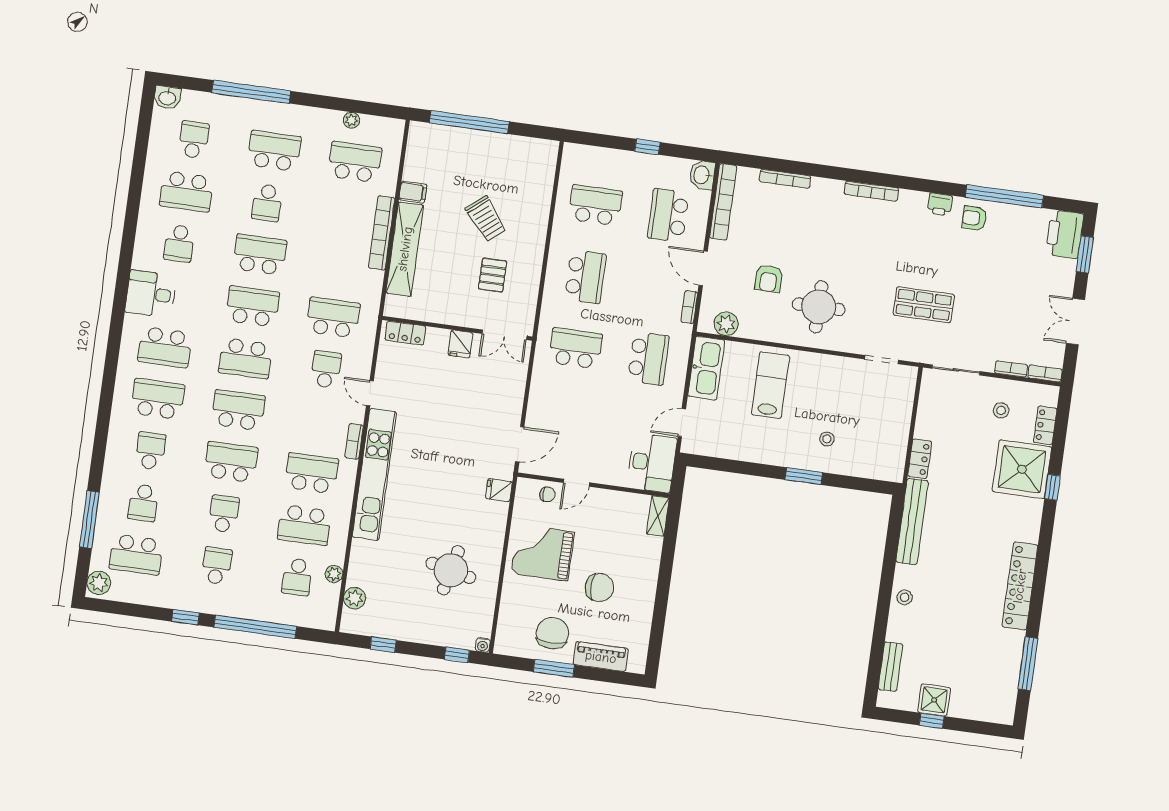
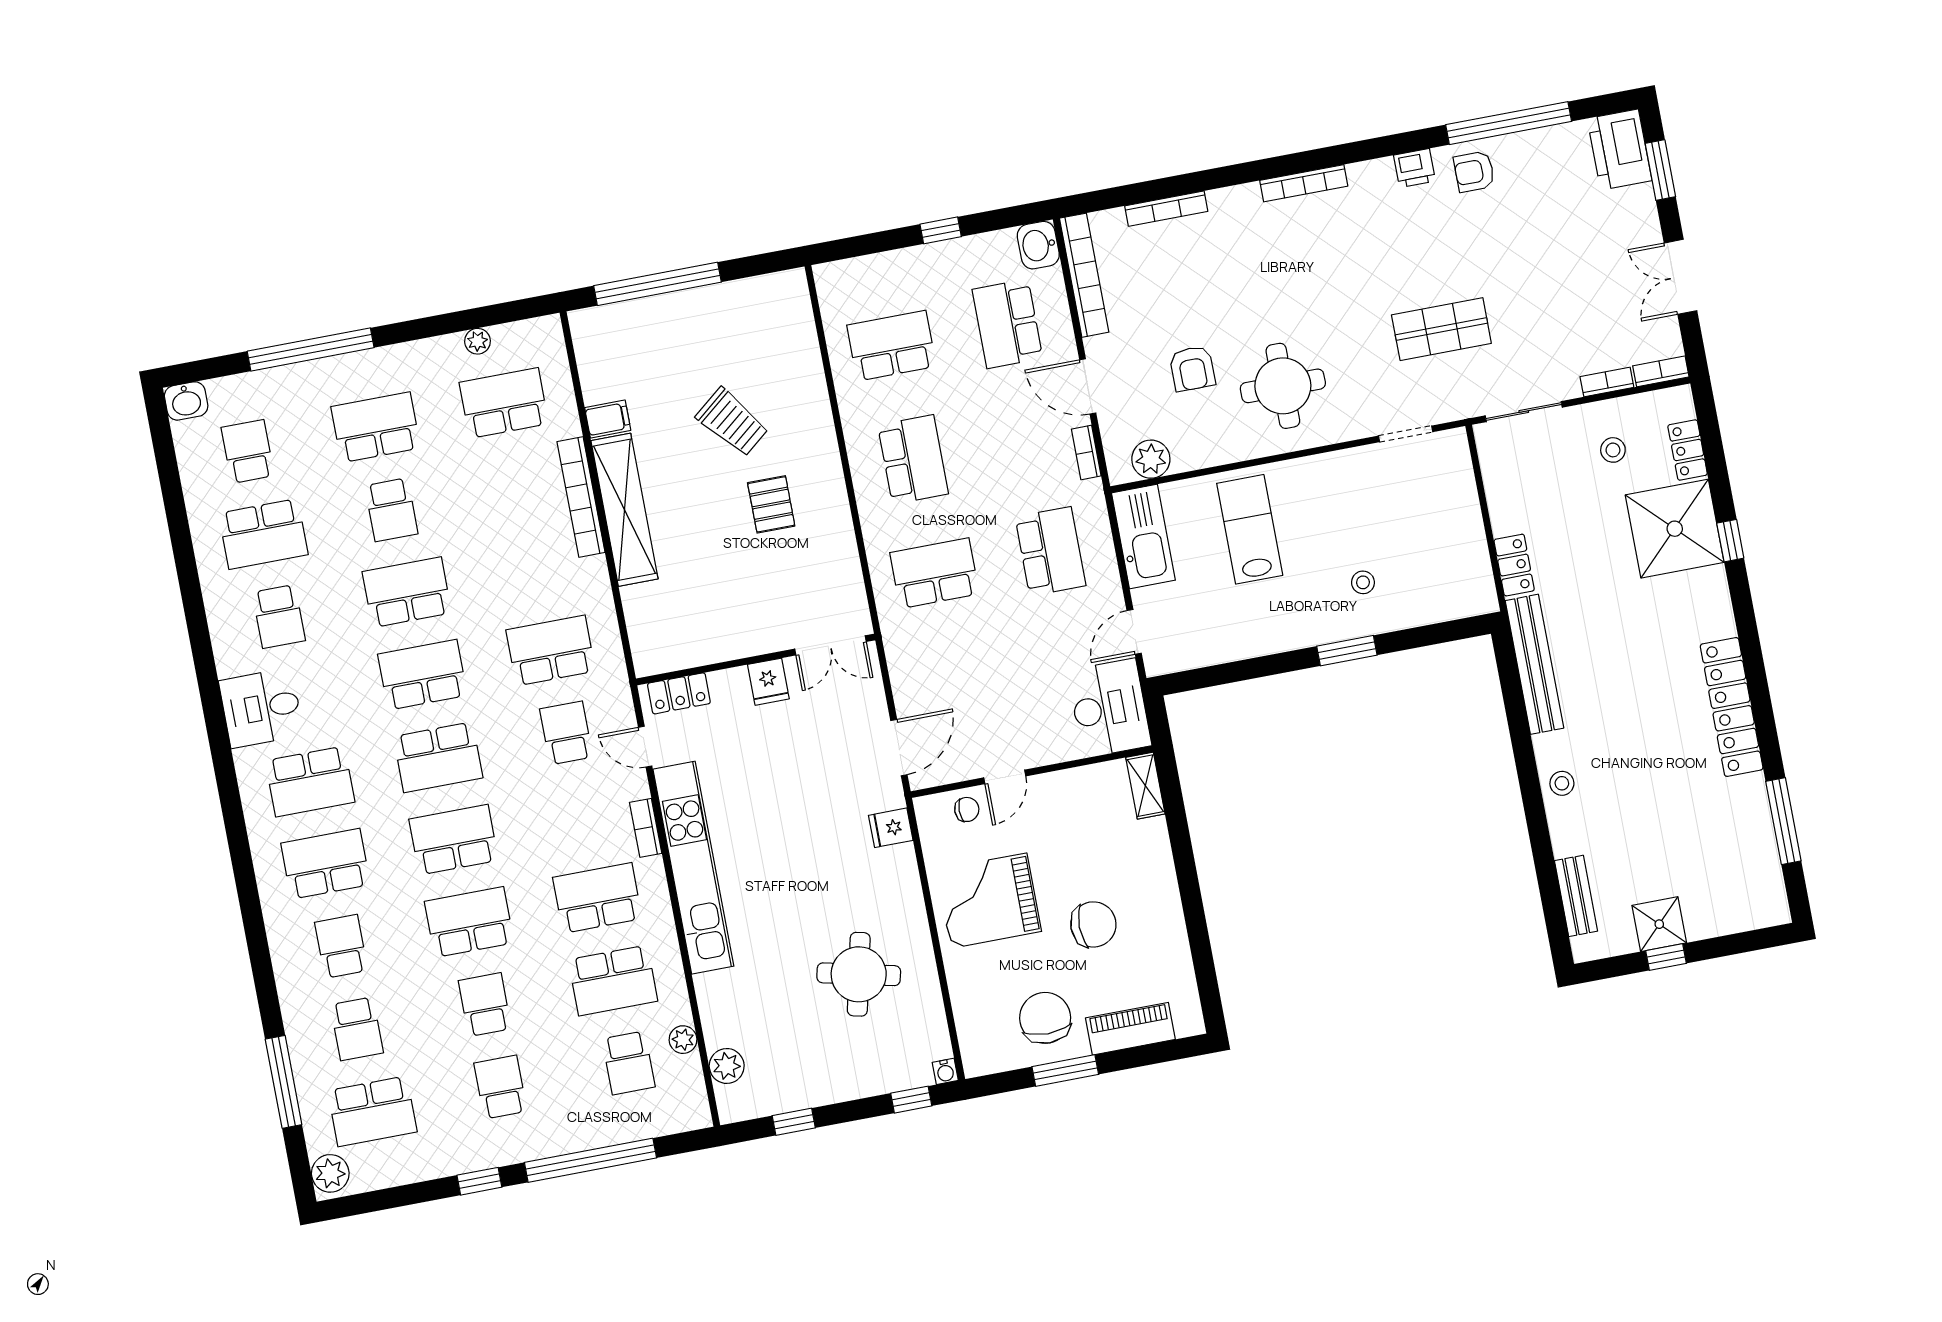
wall: (457, 328) -> (756, 660), moved
locker: (405, 333) -> (679, 693), moved
double door: (504, 335) -> (830, 645), moved
fridge: (461, 344) -> (768, 682), moved

